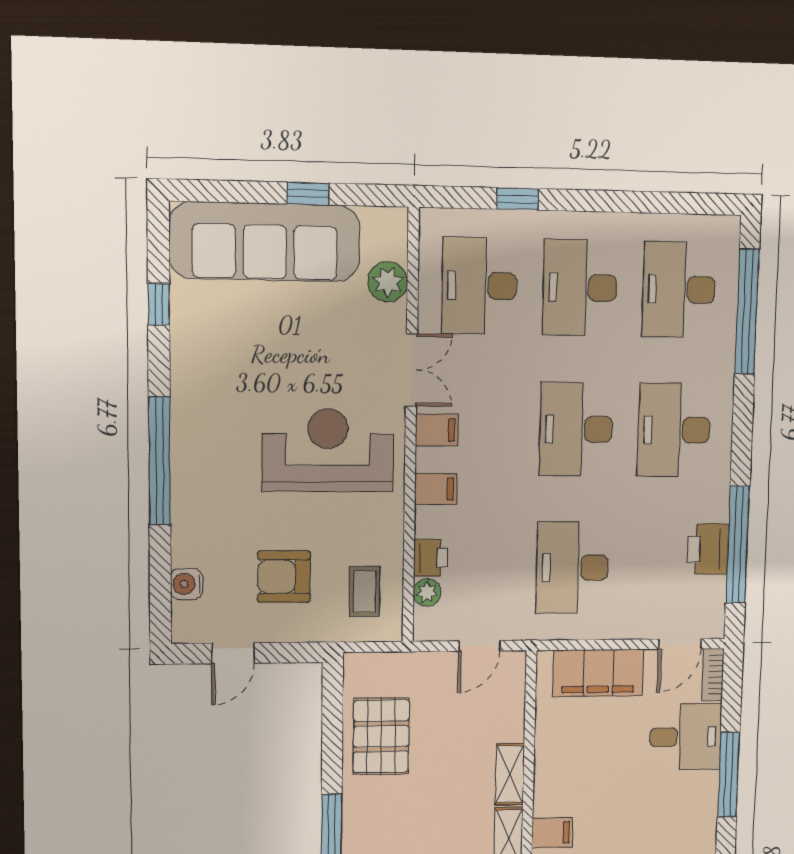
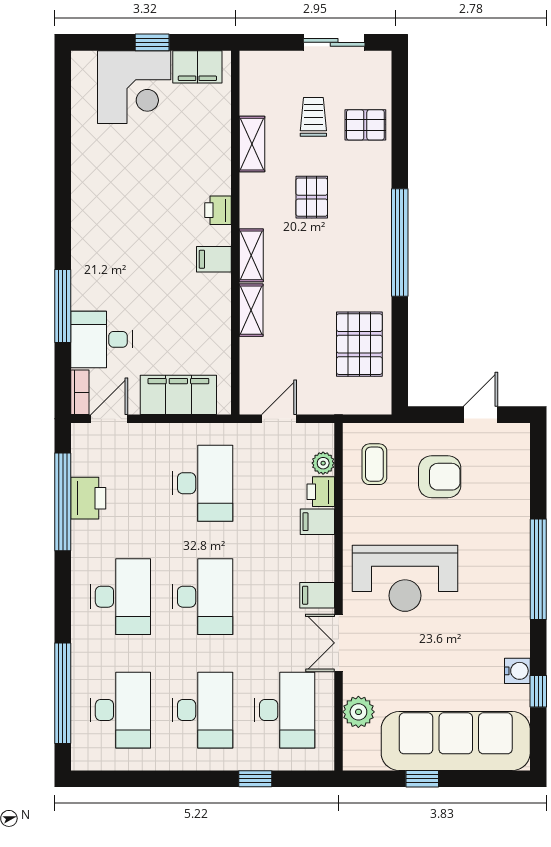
filing cabinet: (436, 489) -> (317, 522), moved
water cooler: (187, 584) -> (517, 671), moved

